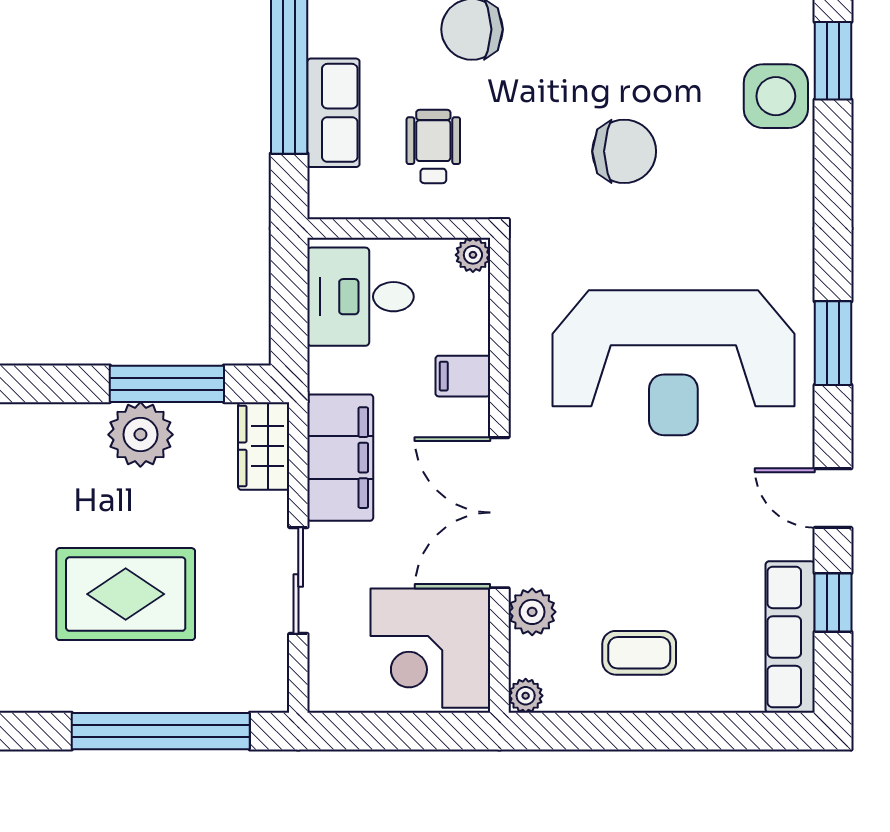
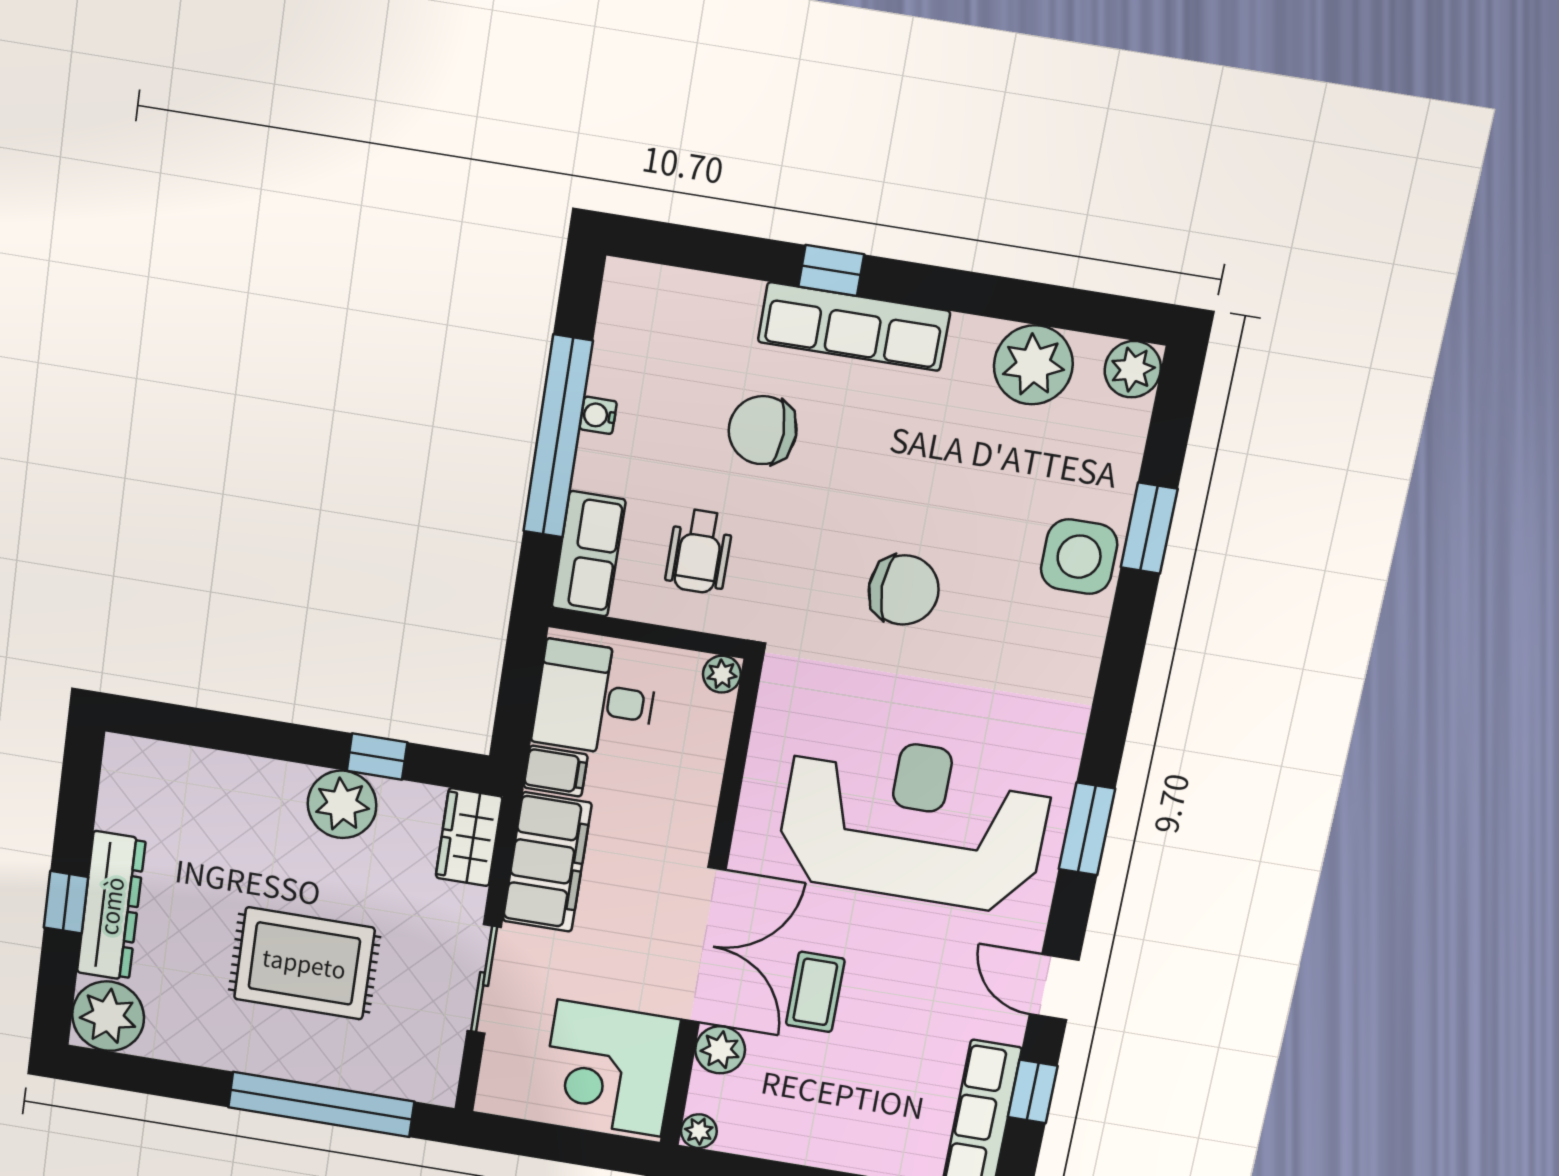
water cooler: (322, 40) -> (598, 415), added
row of seats: (333, 113) -> (589, 554), moved
wheelchair: (433, 147) -> (699, 551), turned 180
reception desk: (673, 363) -> (914, 822), turned 180
filing cabinet: (463, 376) -> (556, 771), moved, turned 180
window: (167, 384) -> (377, 757), width x0.46
double door: (499, 513) -> (704, 945), swing flipped
coffee table: (639, 653) -> (815, 992), moved, turned 90

